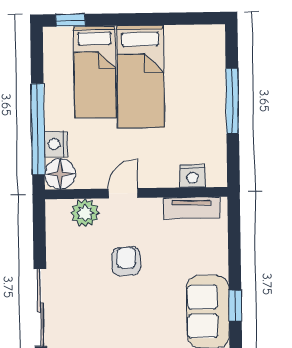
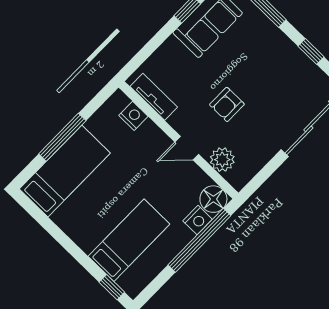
bed: (141, 77) -> (65, 171), moved

